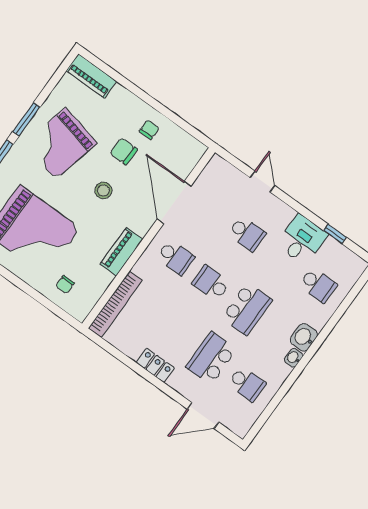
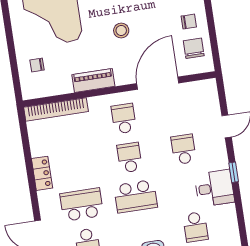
chair: (124, 151) -> (194, 48), moved
school desk: (247, 234) -> (184, 149), turned 180
window: (335, 234) -> (234, 172), moved
school desk: (176, 257) -> (124, 119), turned 180

